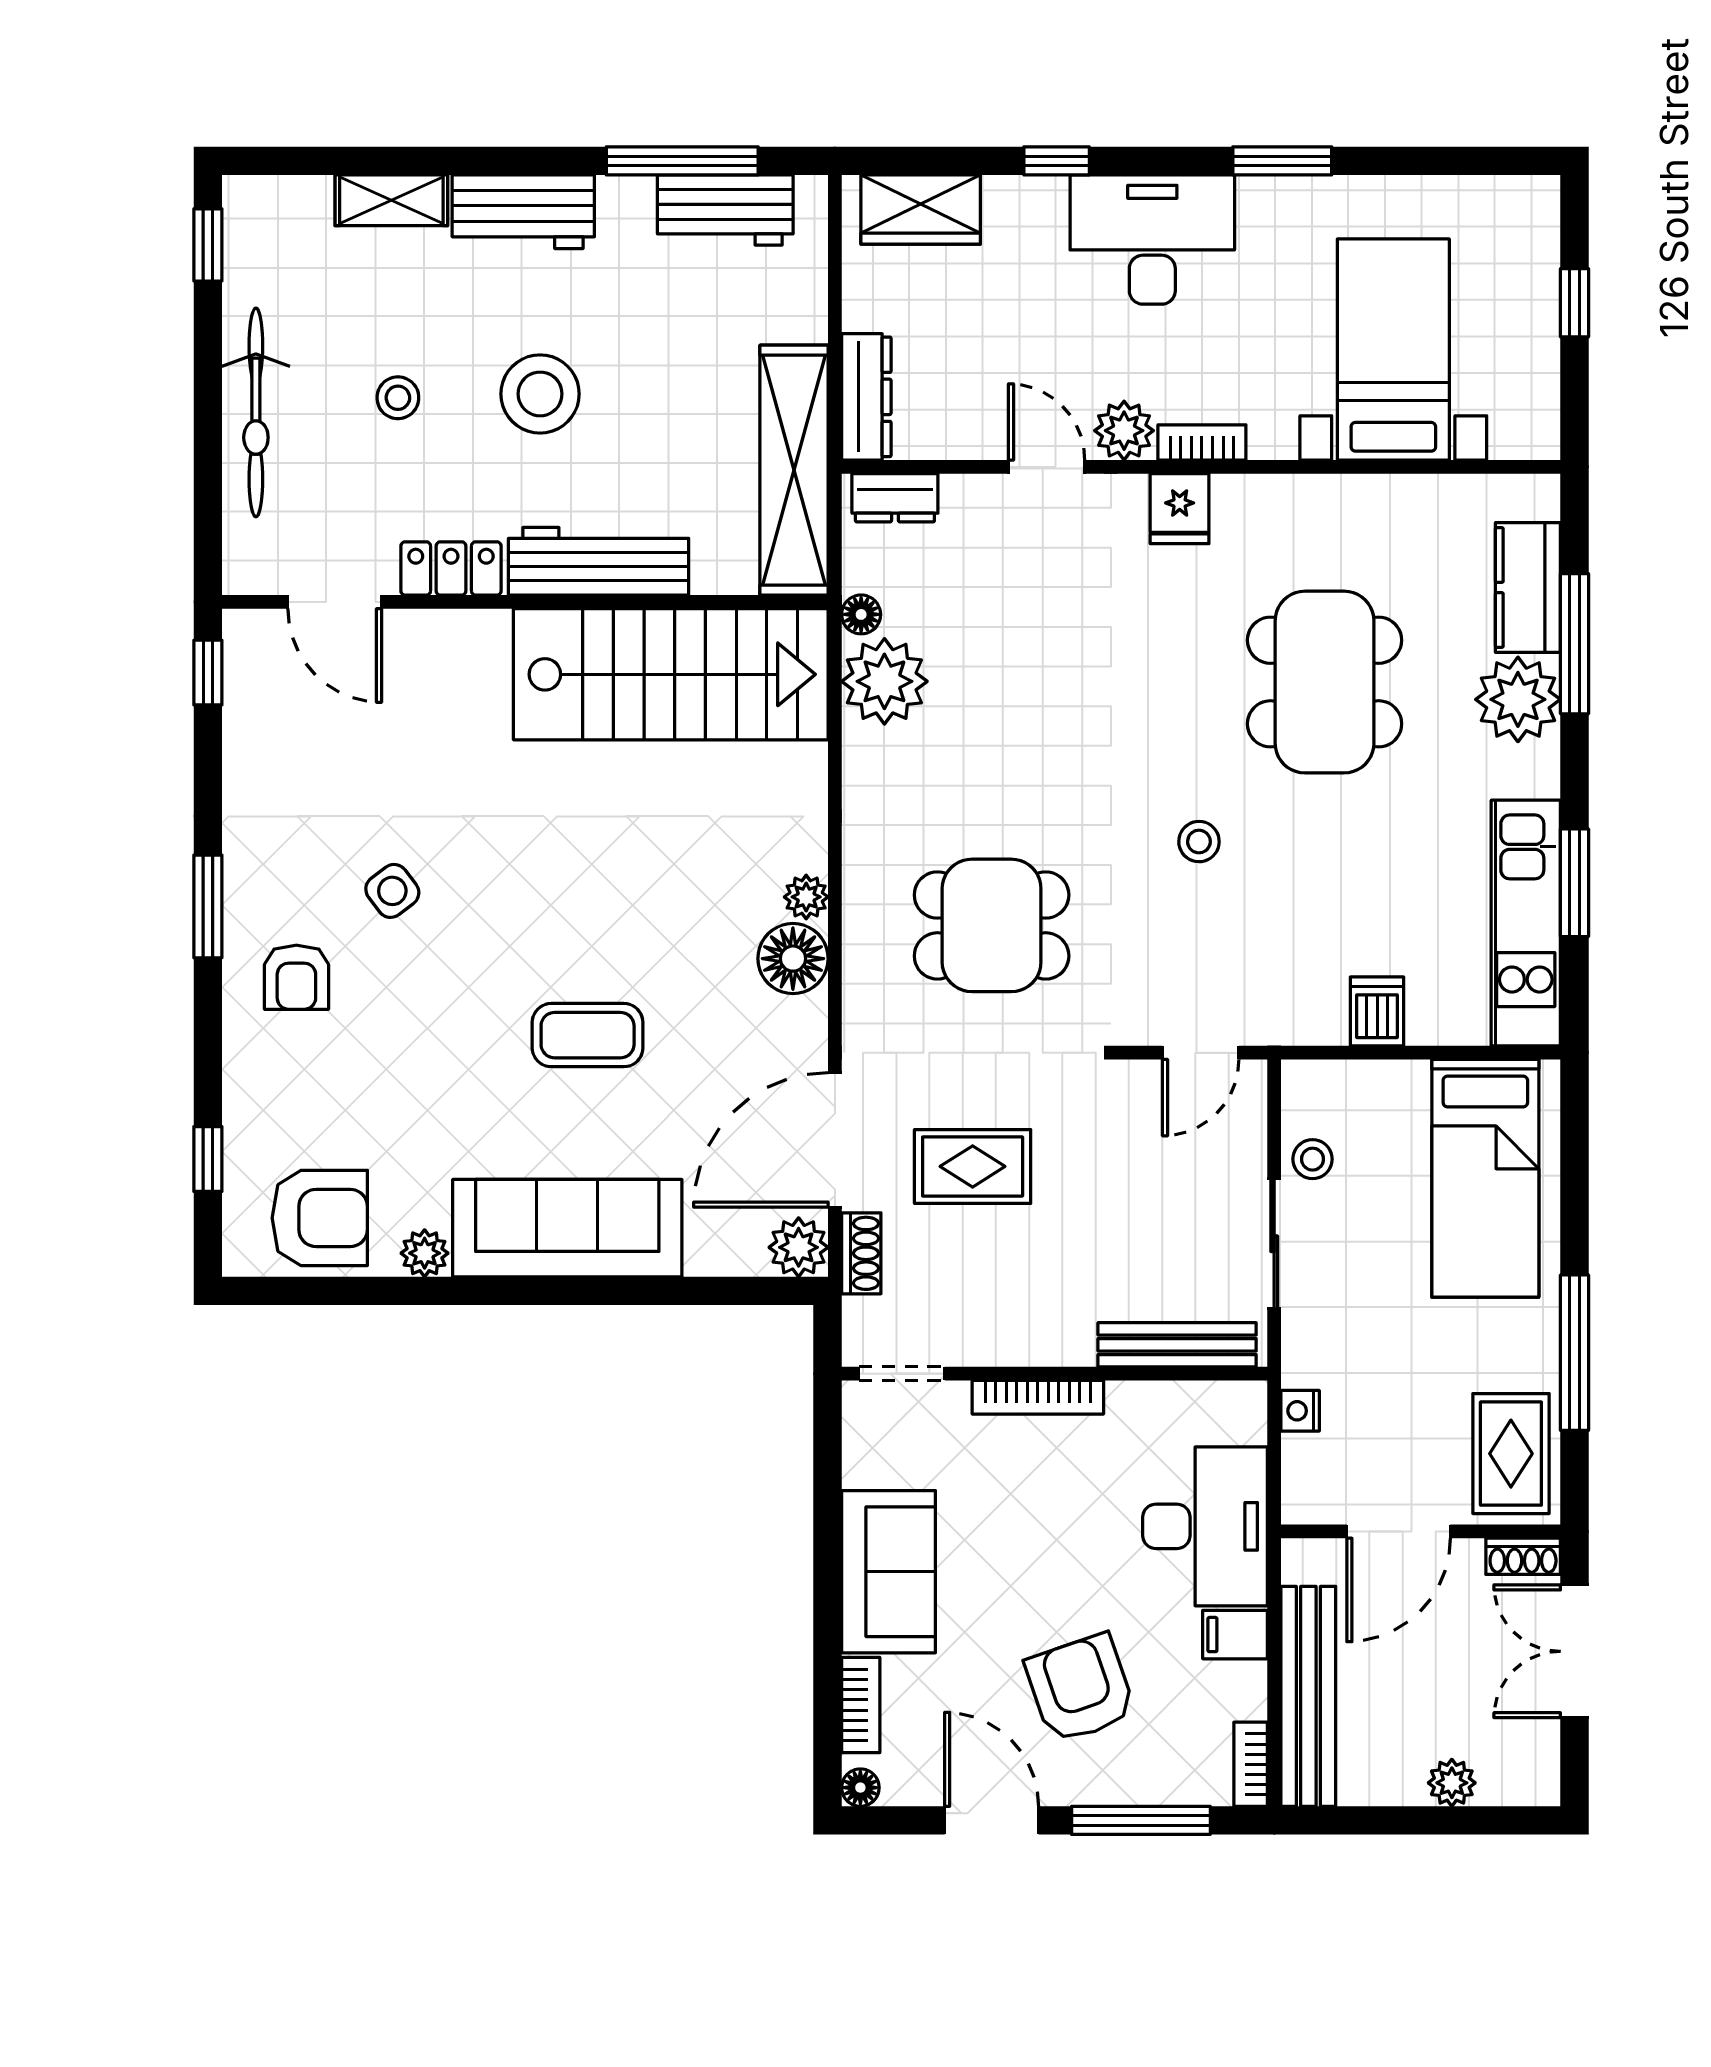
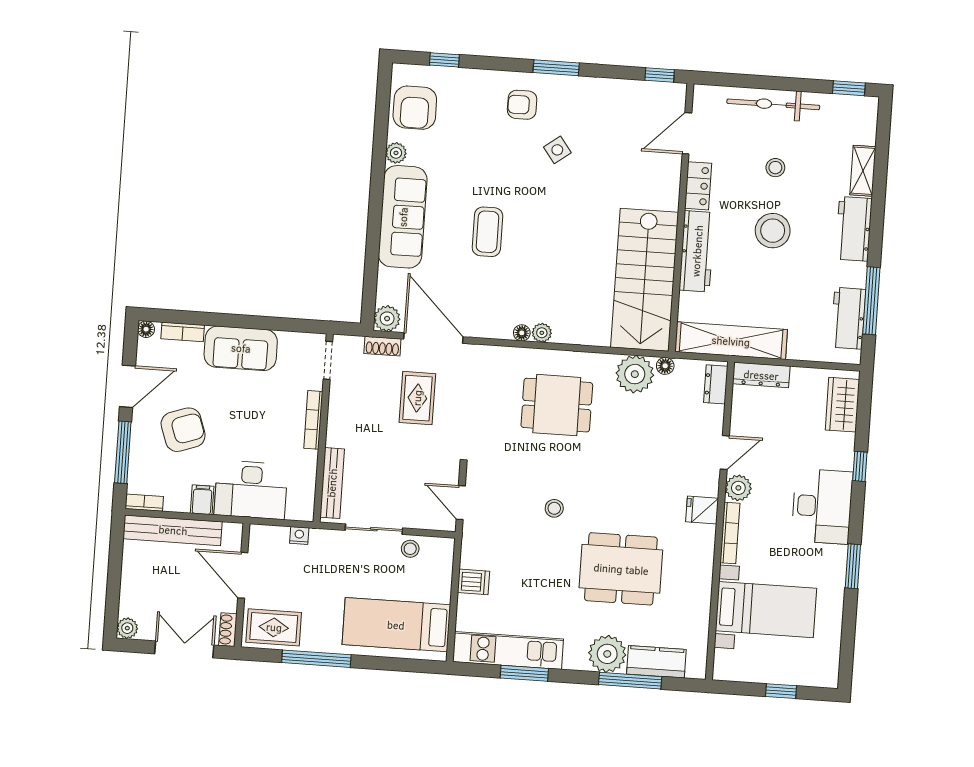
bookcase: (1202, 442) -> (730, 533), width x1.56
dining table: (992, 925) -> (557, 405), moved, turned 90
floor lamp: (793, 959) -> (522, 333), width x0.53, depth x0.53
plant: (1452, 1783) -> (127, 628), moved

